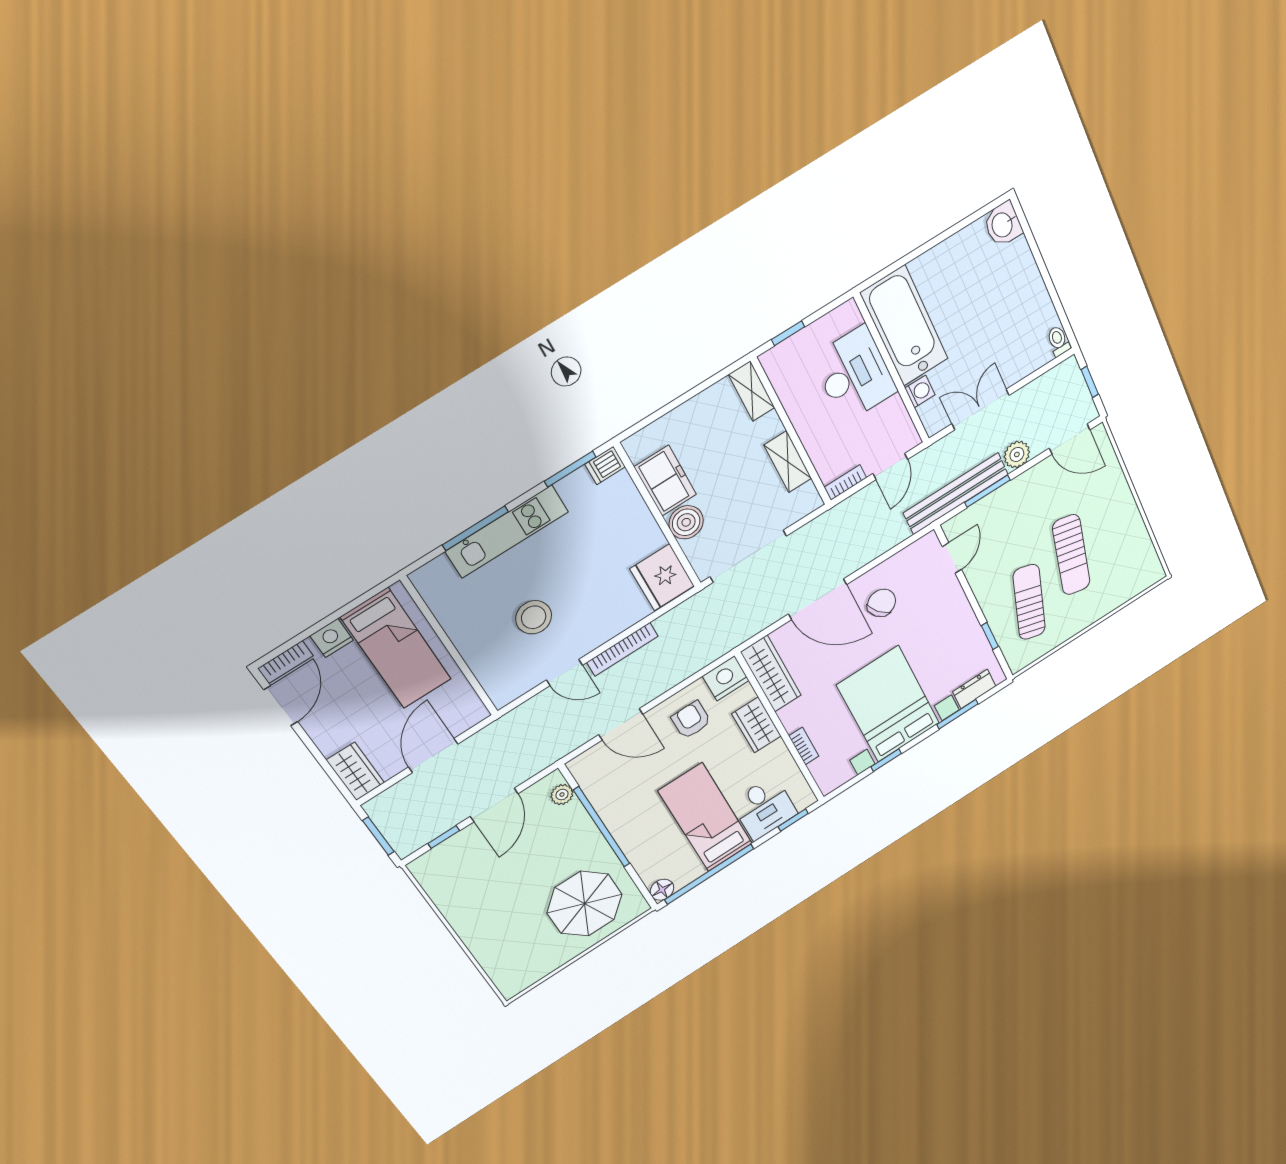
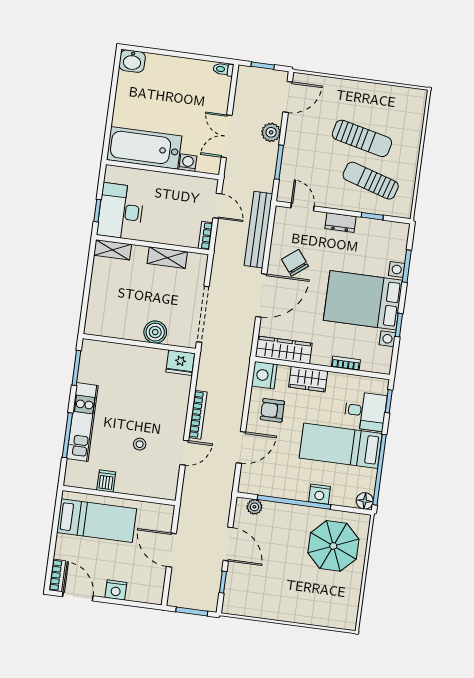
desk: (854, 374) -> (121, 211), moved, turned -90
dishwasher: (605, 465) -> (106, 481), moved, turned 180
freezer: (665, 481) -> (123, 326), removed
bench: (956, 494) -> (258, 230), moved
fridge: (662, 577) -> (180, 363), width x0.73, depth x0.75
stool: (534, 617) -> (140, 444), width x0.53, depth x0.53
nightstand: (332, 638) -> (116, 590), moved, turned -90
dresser: (974, 689) -> (340, 223), moved, turned -90
wardrobe: (355, 771) -> (145, 592), removed
nightstand: (633, 843) -> (319, 494), added

